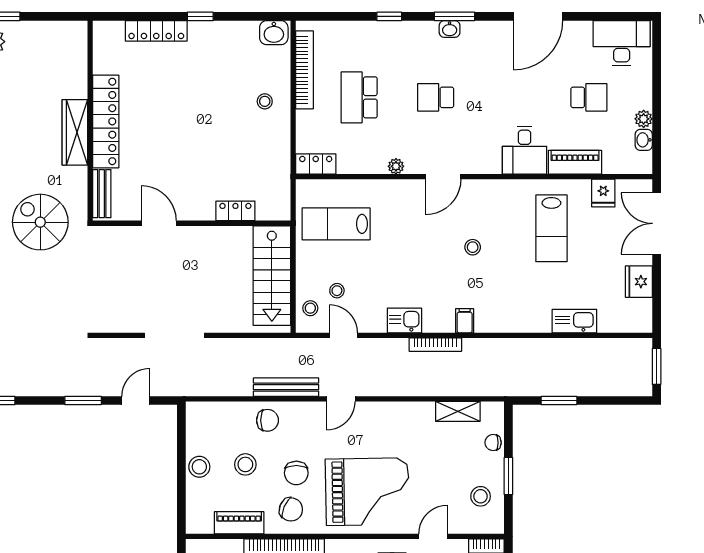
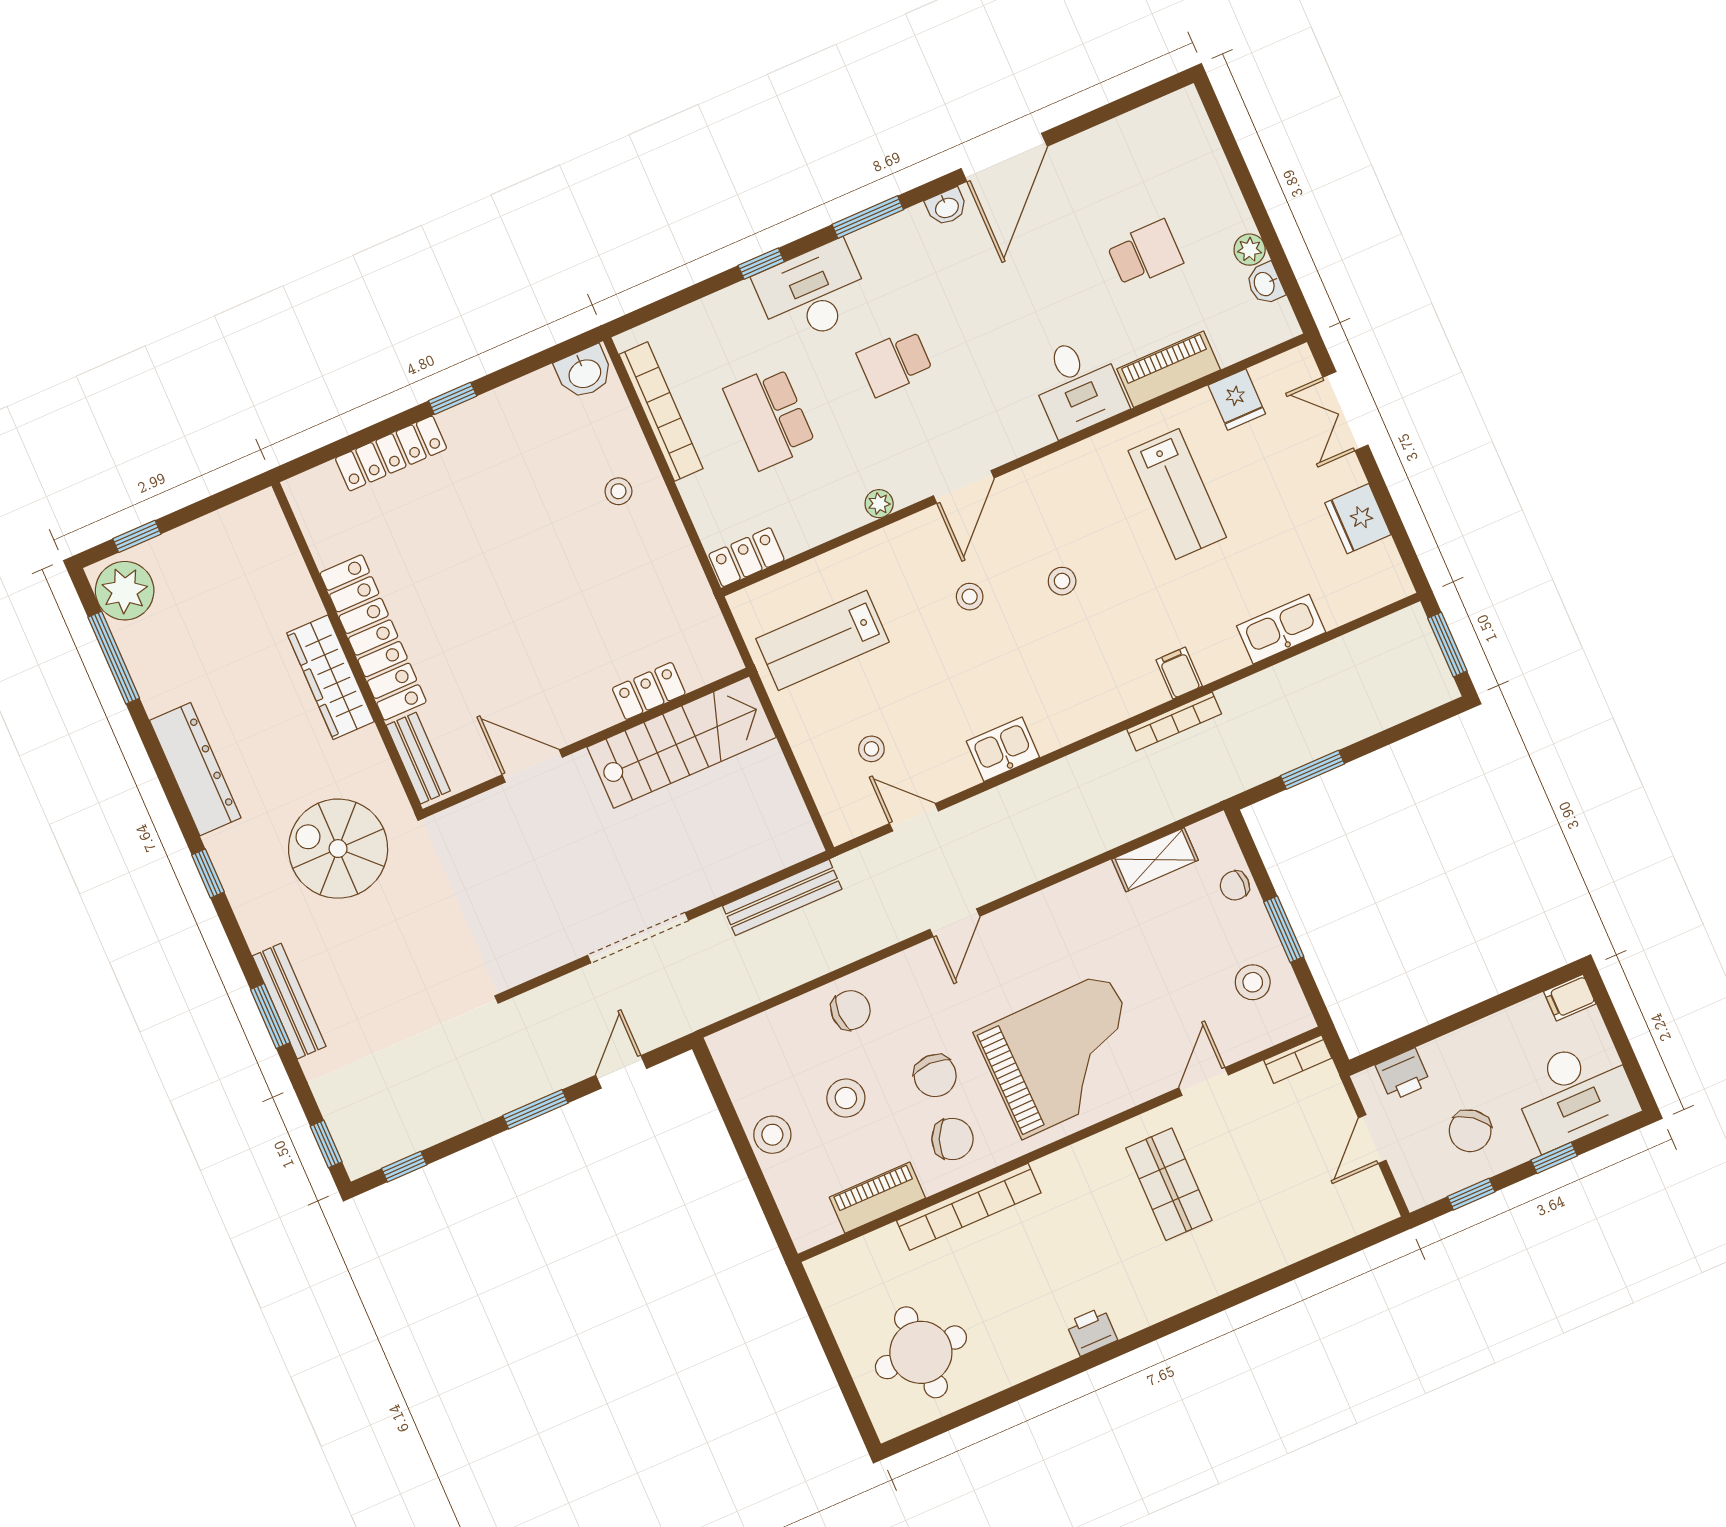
washbasin: (450, 29) -> (947, 207), moved
desk: (622, 43) -> (812, 293), moved
double door: (657, 223) -> (1345, 411), width x0.73
stairs: (272, 276) -> (682, 742), moved, turned -90
stool: (310, 308) -> (970, 597), moved
filing cabinet: (465, 321) -> (1179, 673), moved
bookcase: (435, 345) -> (1174, 721), moved
bench: (286, 387) -> (782, 897), moved

